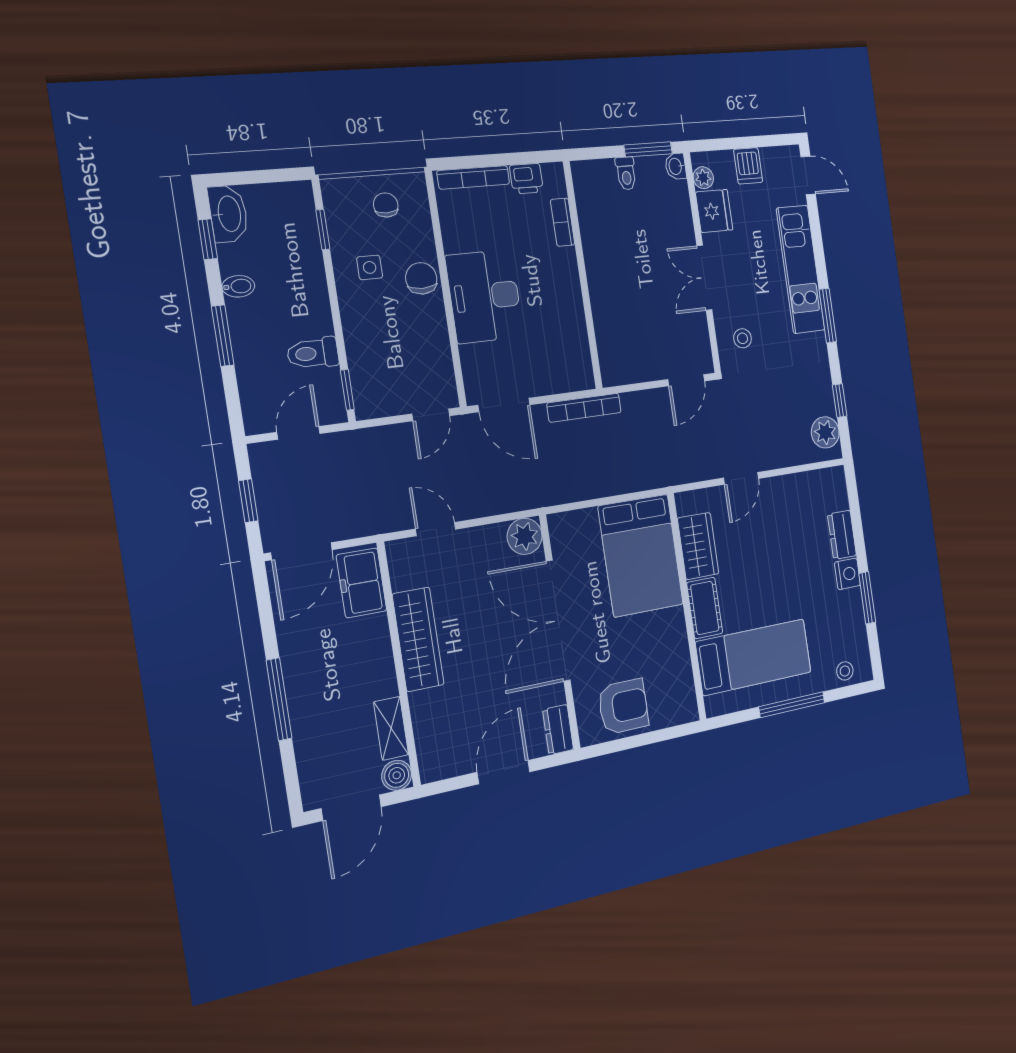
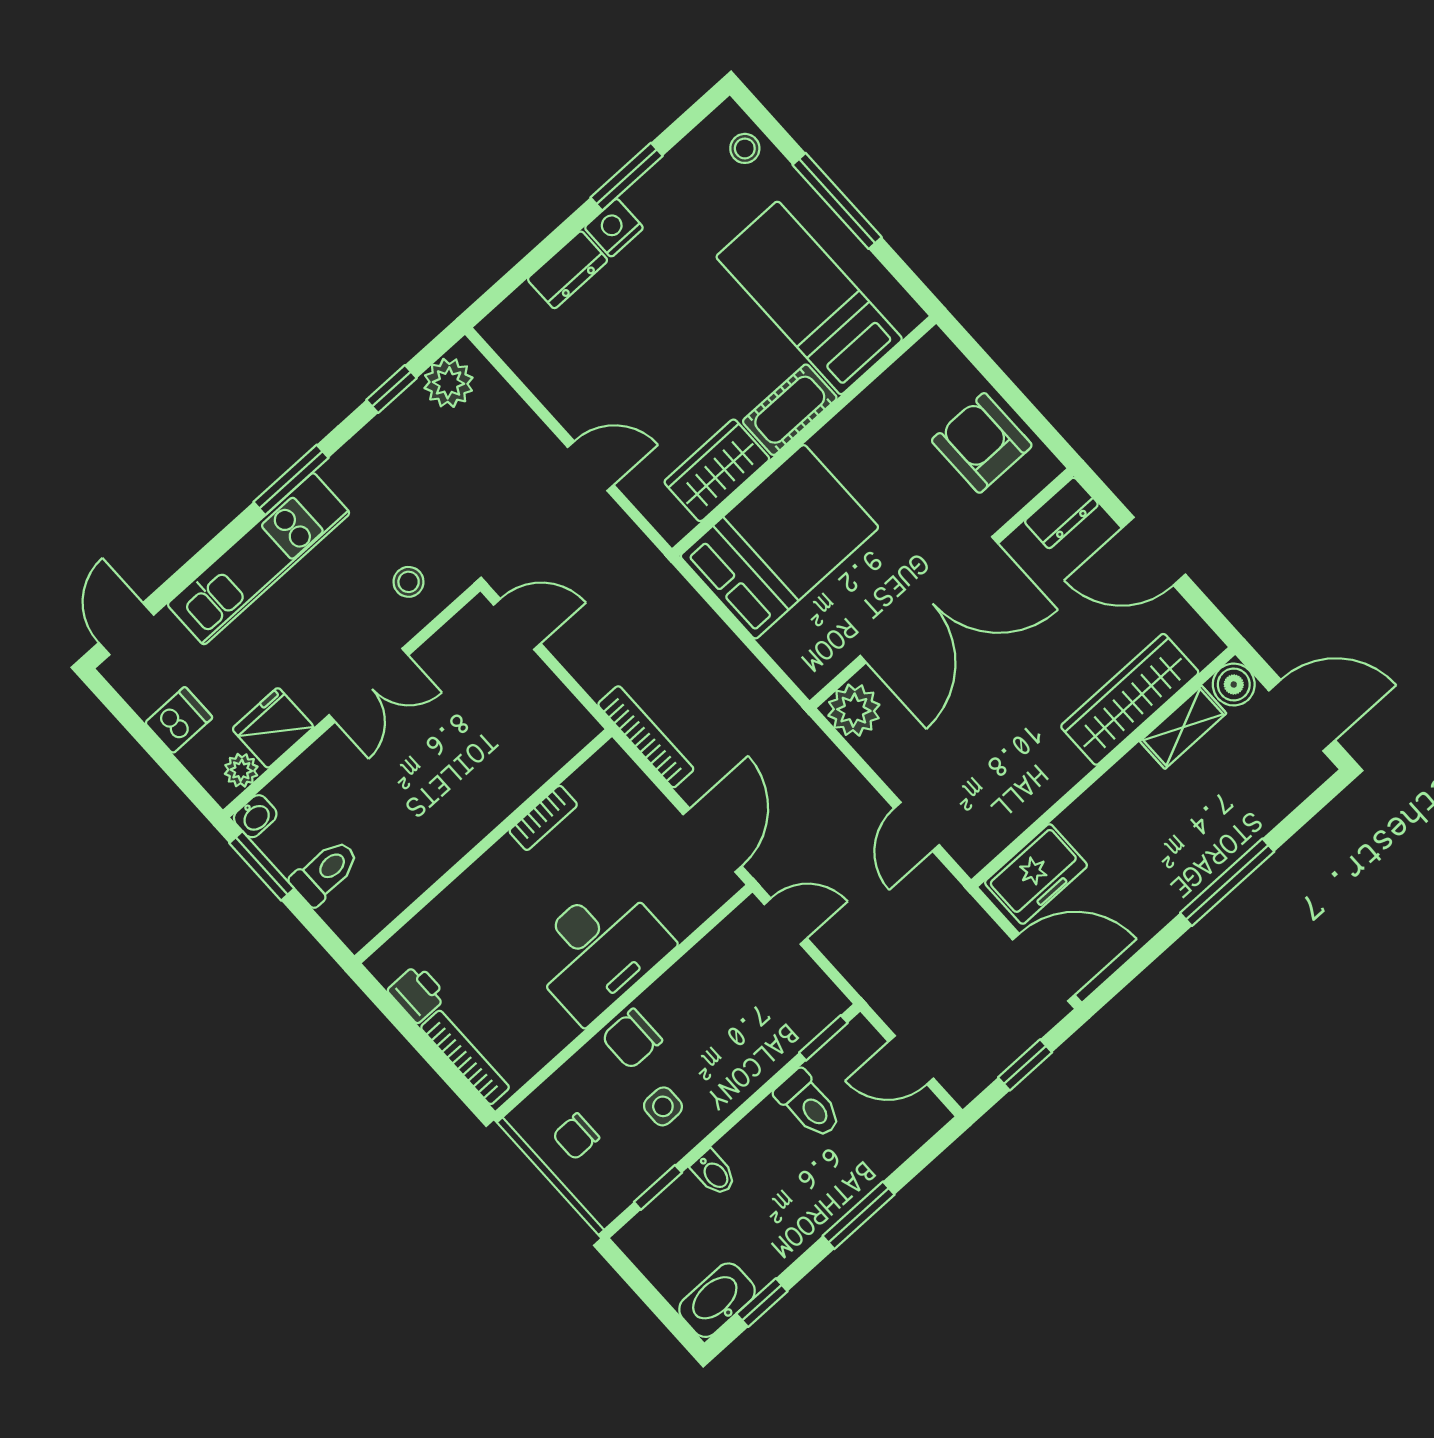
toilet: (626, 173) -> (325, 872), width x1.37, depth x1.39
bookcase: (563, 222) -> (543, 818), moved
bidet: (238, 286) -> (714, 1173), moved, turned 180
wardrobe: (418, 639) -> (1130, 699), moved

